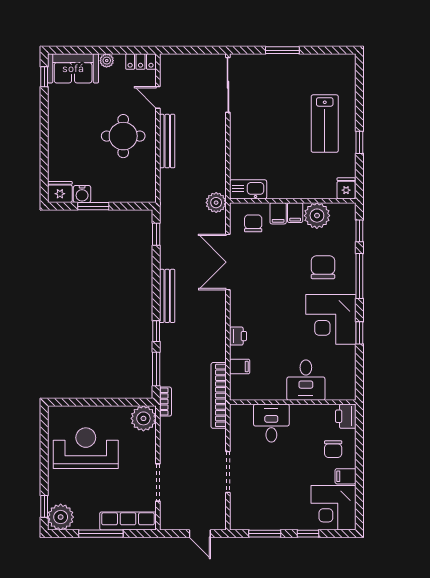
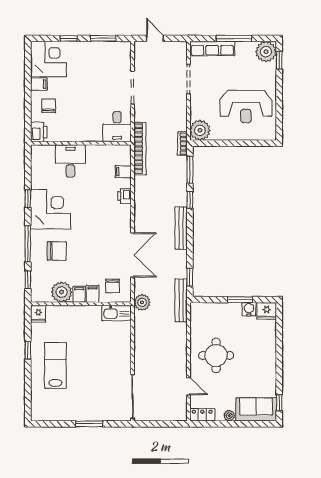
bench: (167, 141) -> (181, 300), moved
chair: (323, 267) -> (57, 251), turned -90
desk: (271, 423) -> (117, 127), moved

